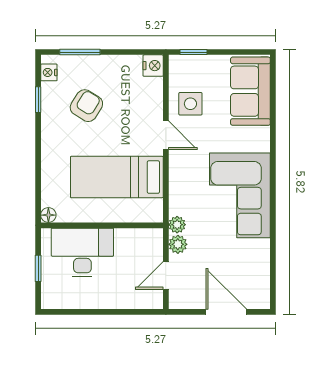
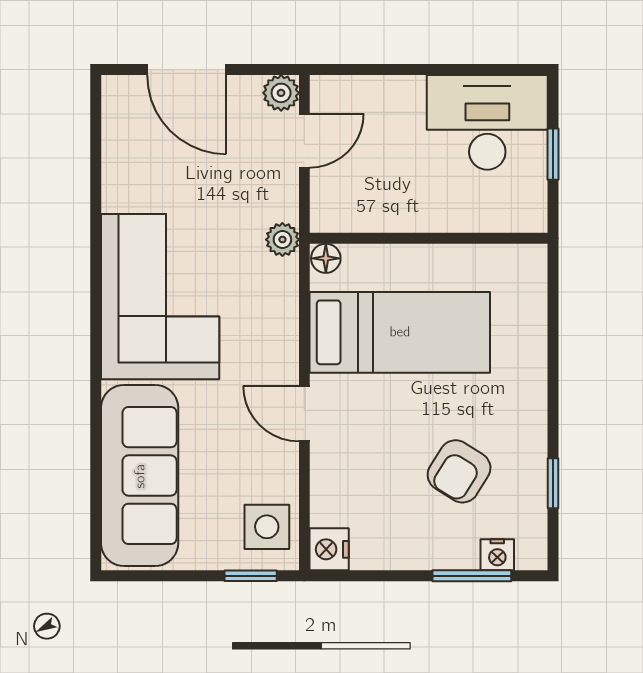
nightstand: (49, 72) -> (497, 555), moved, turned 90
sofa: (250, 91) -> (140, 476), width x1.36
side table: (190, 104) -> (267, 527), moved
floor lamp: (48, 215) -> (326, 258), moved
plant: (178, 244) -> (281, 93), moved
desk: (82, 252) -> (487, 122), moved, turned 180

